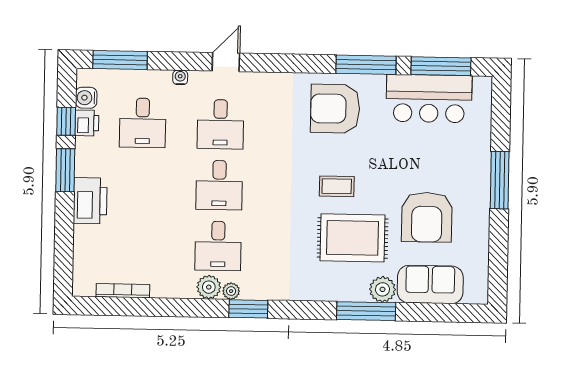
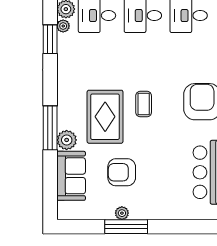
window: (500, 180) -> (126, 227), moved
armchair: (427, 217) -> (122, 172), width x0.73, depth x0.73
plant: (481, 218) -> (122, 213), added

